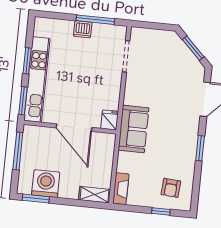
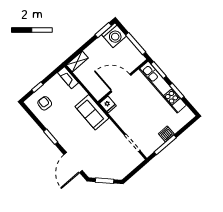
washing machine: (46, 184) -> (114, 35), moved

